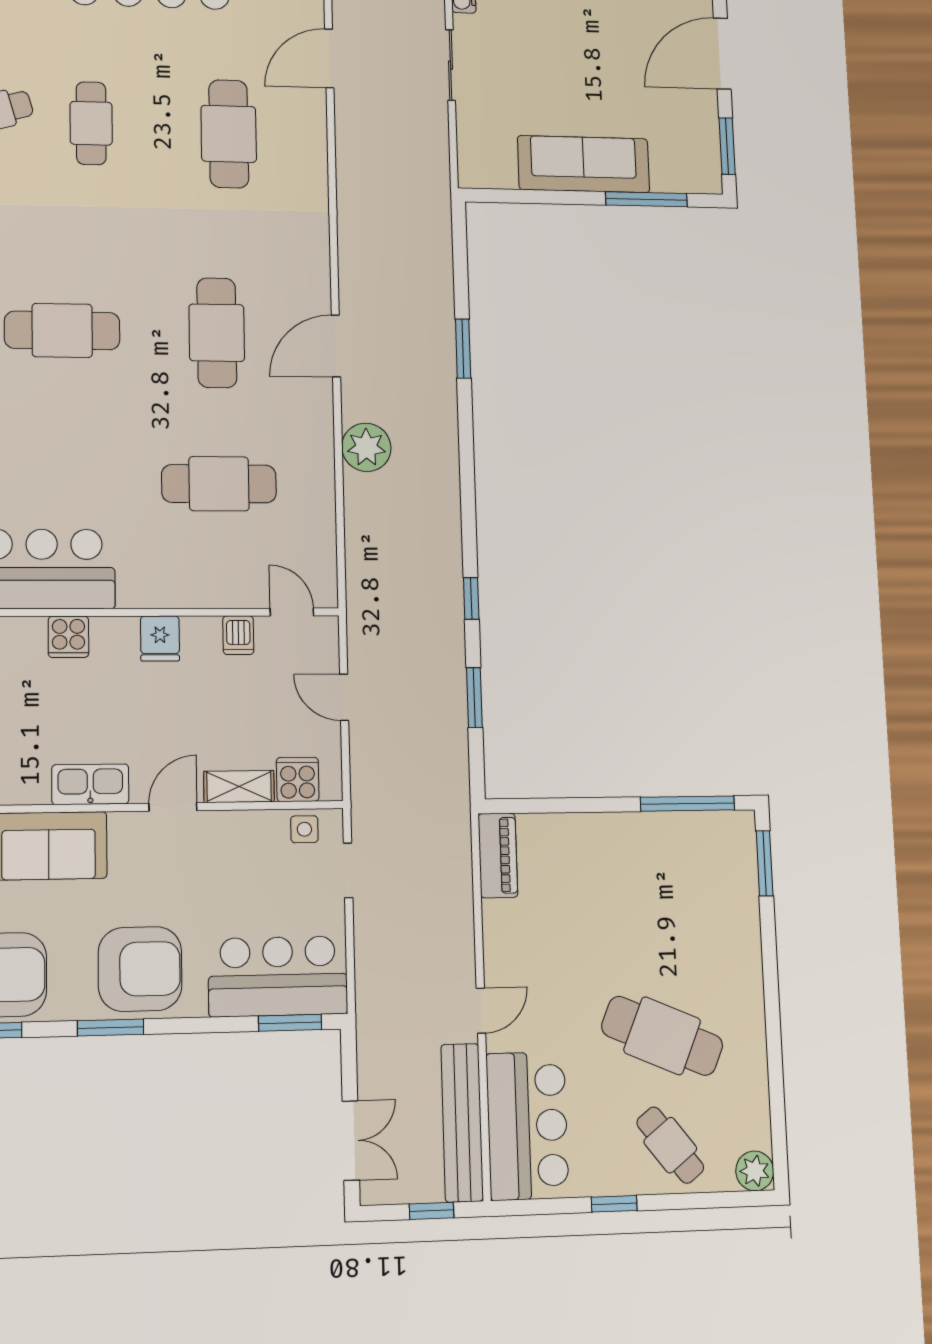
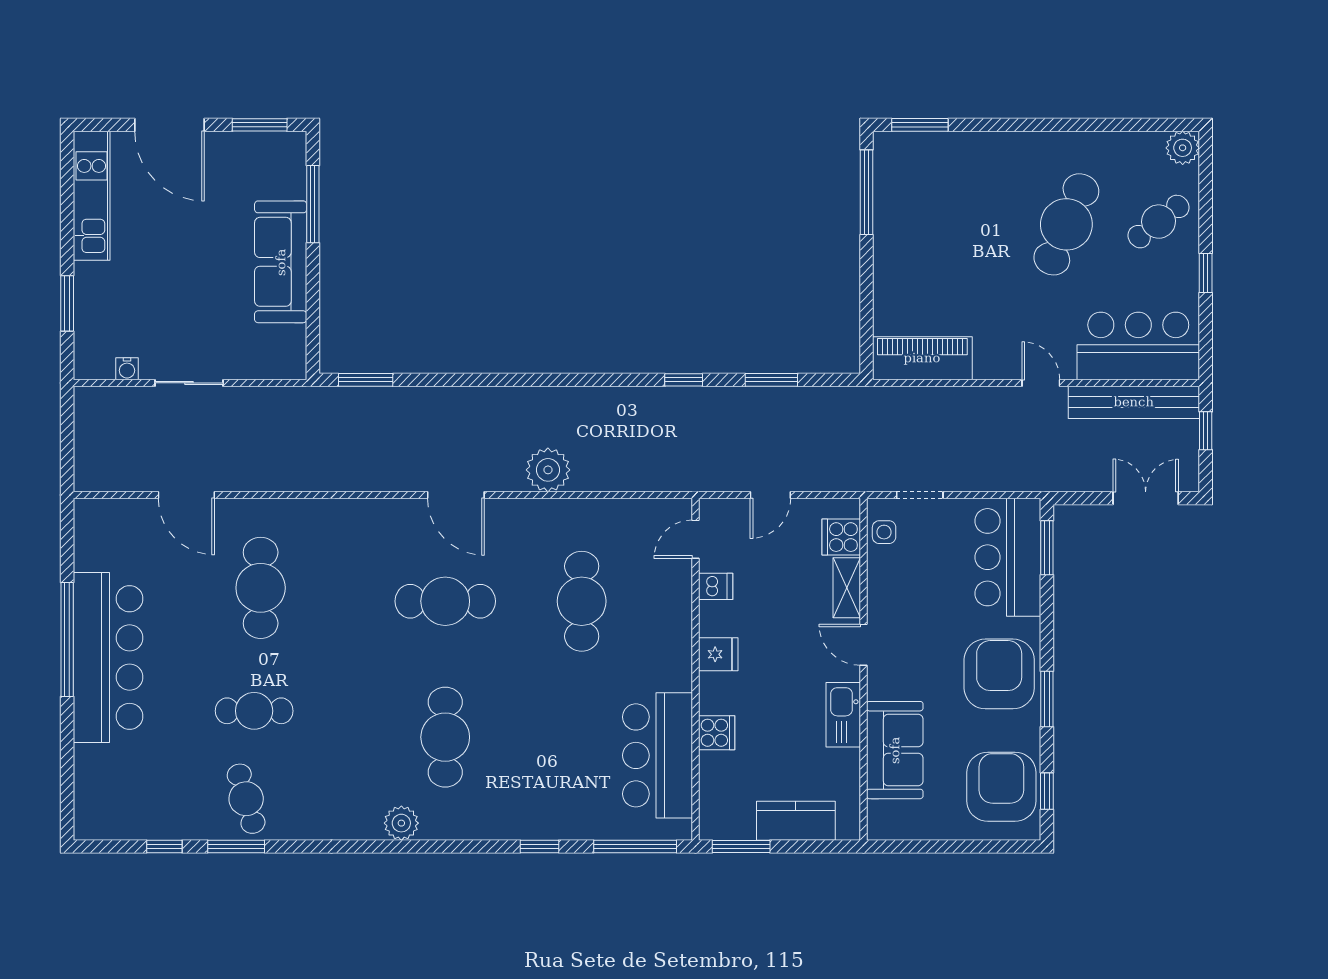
cafe table: (229, 134) -> (261, 588), turned 90
window: (463, 349) -> (366, 380), moved
piano: (498, 855) -> (922, 358), width x1.37, depth x1.33

